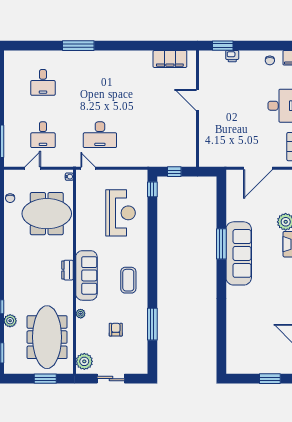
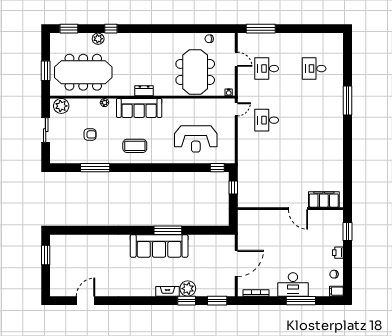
printer: (232, 56) -> (338, 253), moved
filing cabinet: (170, 59) -> (324, 199), moved, turned 90
door: (197, 100) -> (298, 209), swing flipped
desk: (100, 135) -> (267, 120), width x0.73
door: (258, 168) -> (236, 263), swing flipped
window: (270, 379) -> (46, 255), moved

